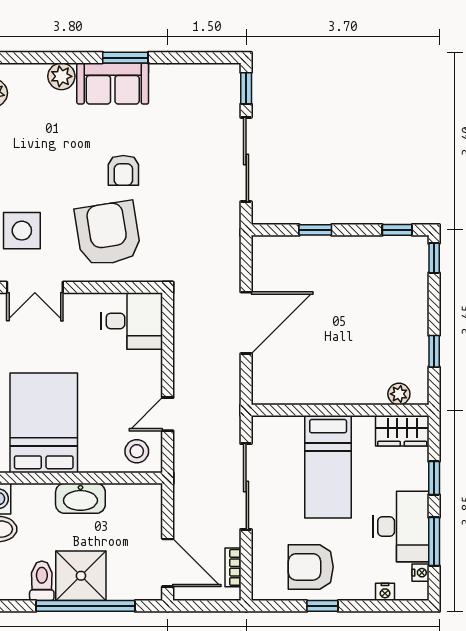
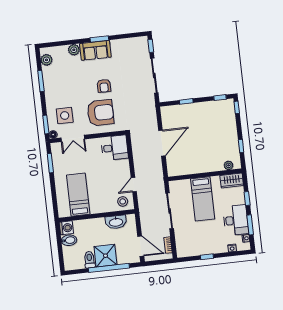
armchair: (108, 234) -> (100, 113), turned 99
bed: (44, 423) -> (78, 195), width x0.67
washbasin: (80, 498) -> (116, 222), moved
armchair: (311, 567) -> (200, 241), removed

